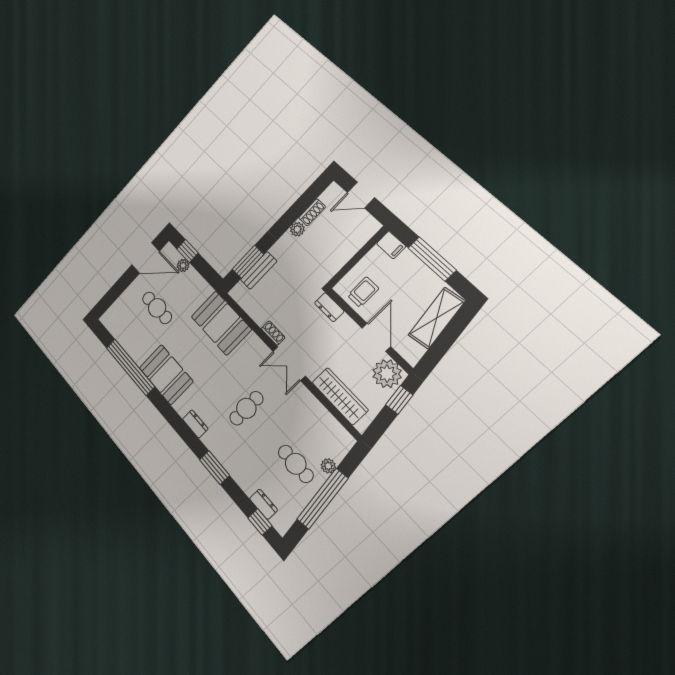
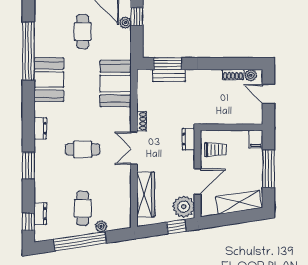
plant: (297, 229) -> (251, 75), moved

